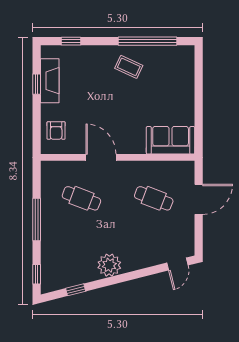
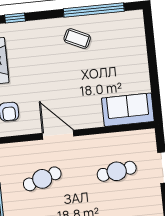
cafe table: (81, 198) -> (42, 179), turned -39
cafe table: (154, 198) -> (117, 171), turned -30

